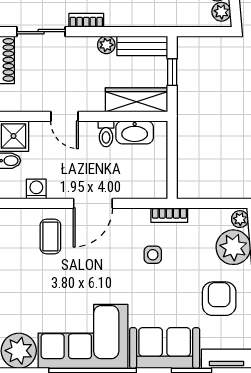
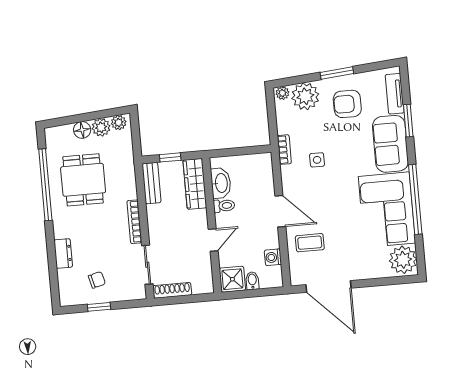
bookcase: (86, 20) -> (134, 222), width x1.56
plant: (106, 45) -> (153, 212), removed

